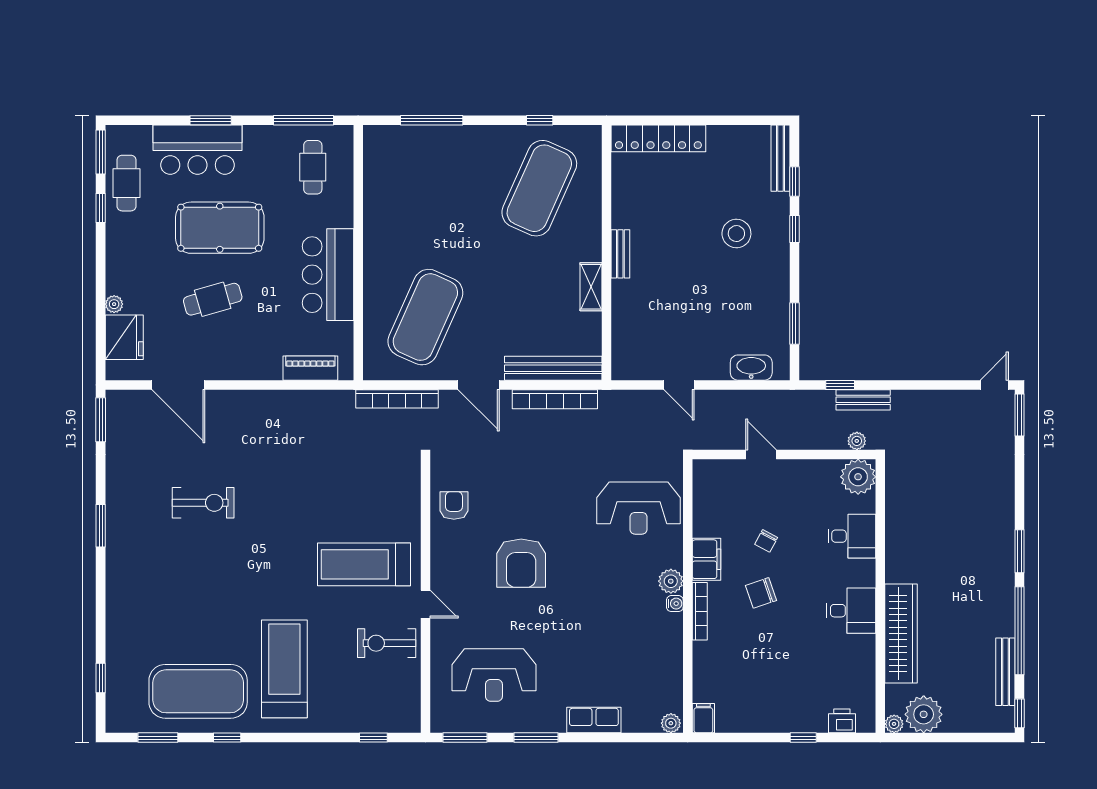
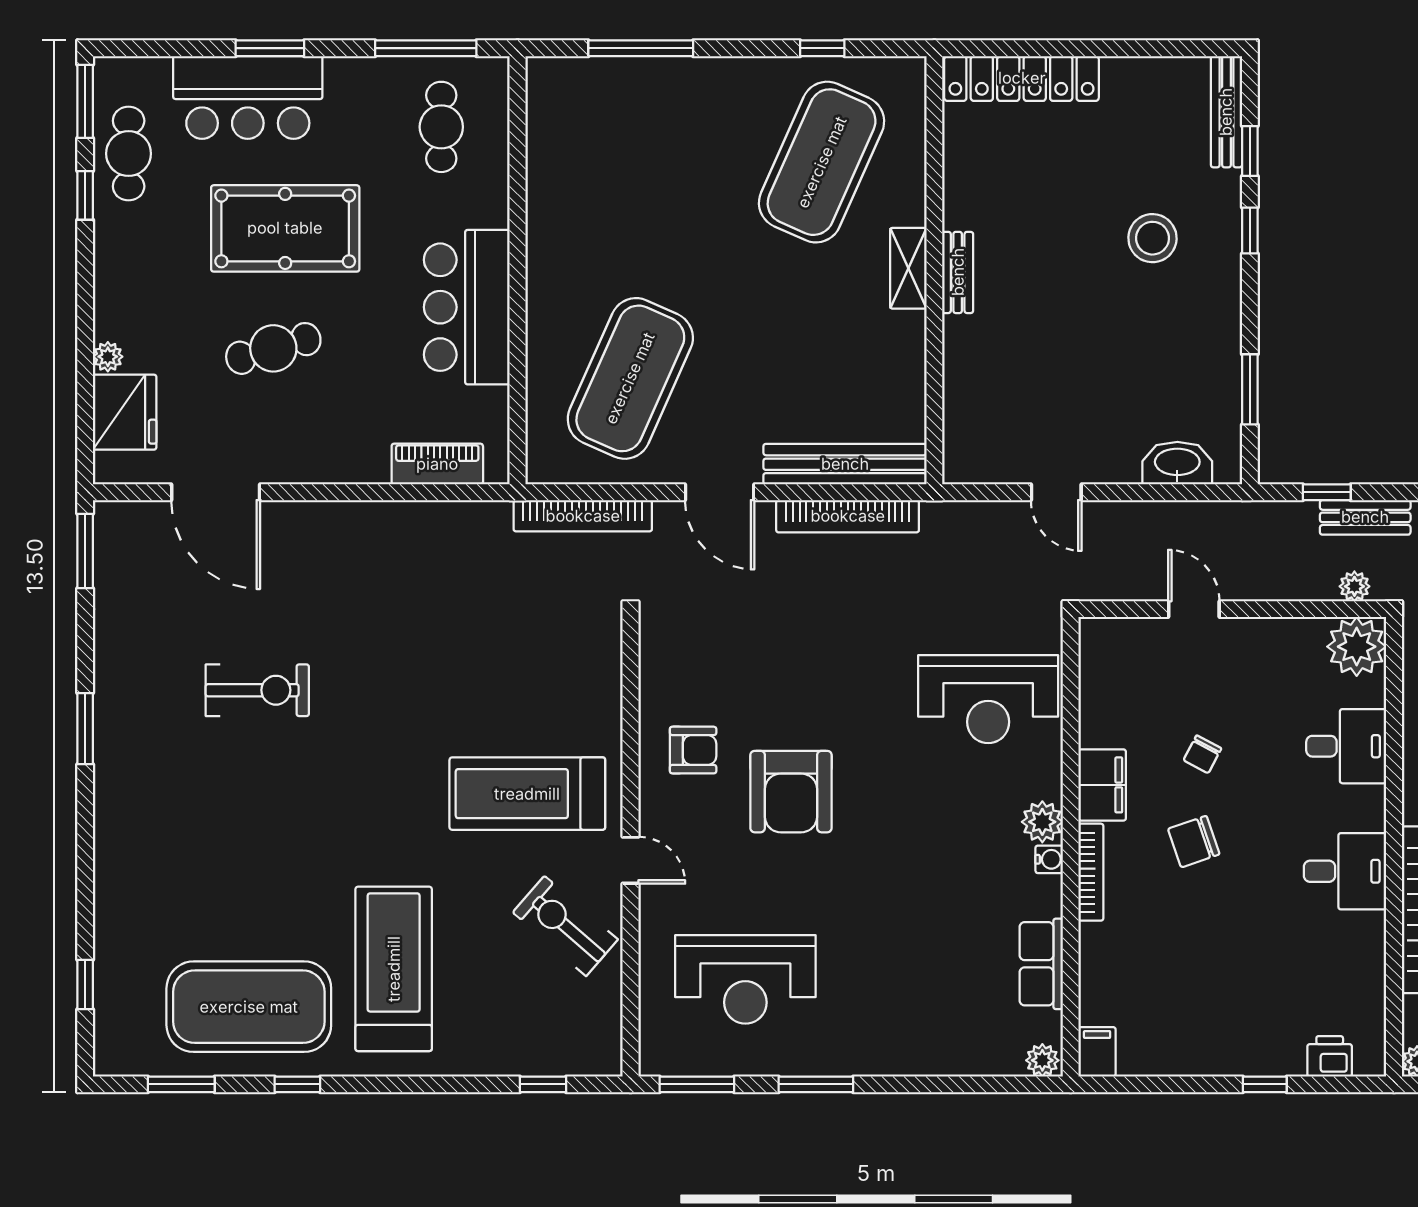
shelving: (591, 287) -> (908, 268), moved
armchair: (454, 505) -> (693, 750), moved, turned 90
exercise bike: (387, 643) -> (565, 926), turned 41
row of seats: (594, 720) -> (1041, 964), moved, turned -90

